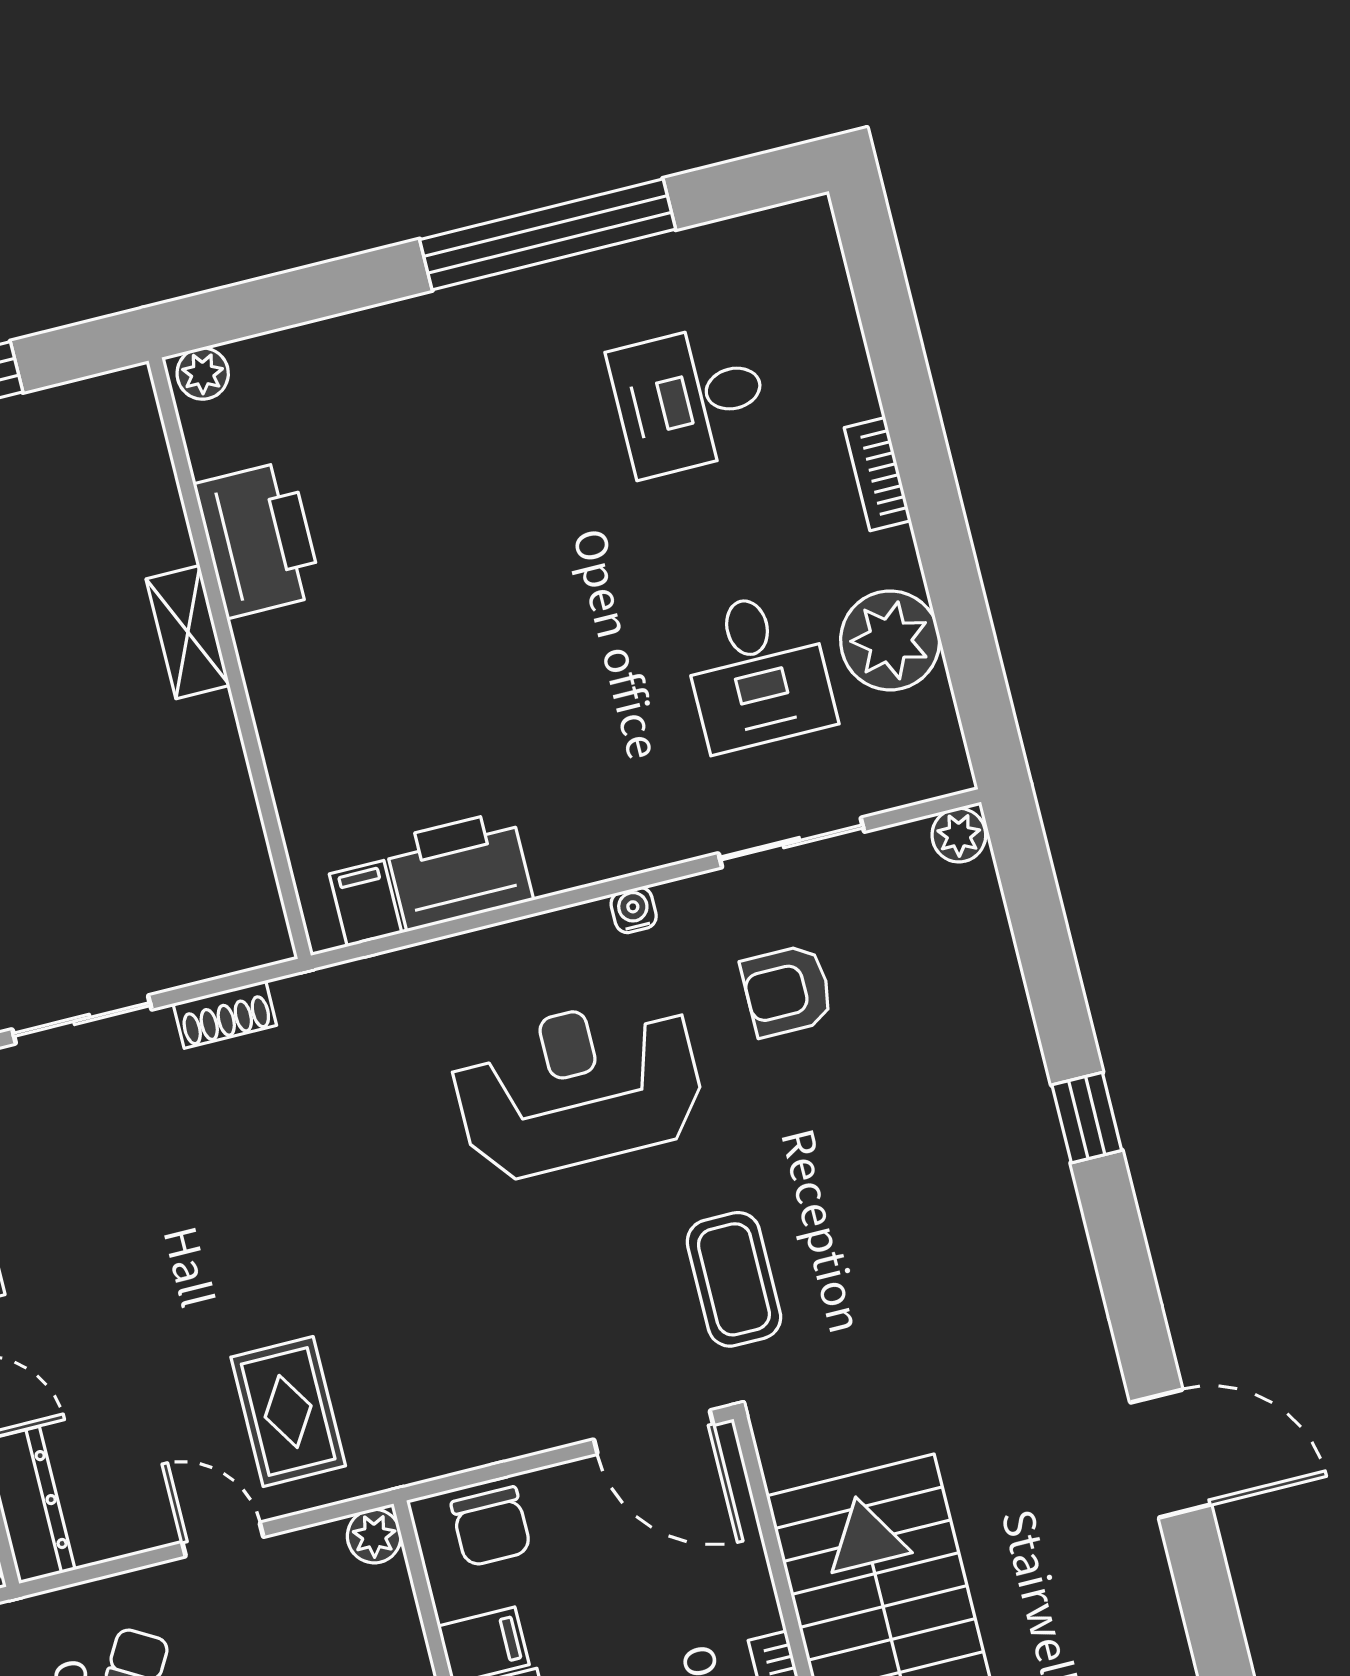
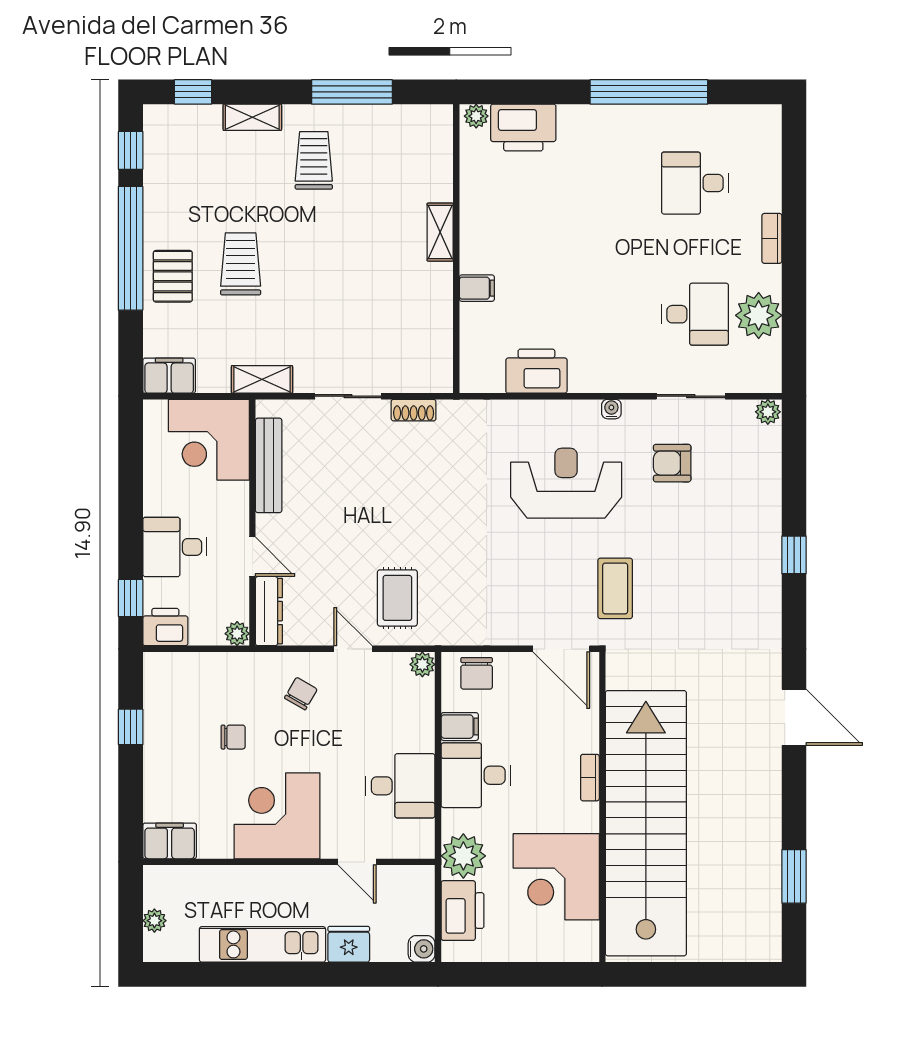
printer: (258, 539) -> (523, 128), moved, turned 90
desk: (758, 671) -> (695, 314), turned -90
filing cabinet: (366, 903) -> (477, 288), moved, turned 90

